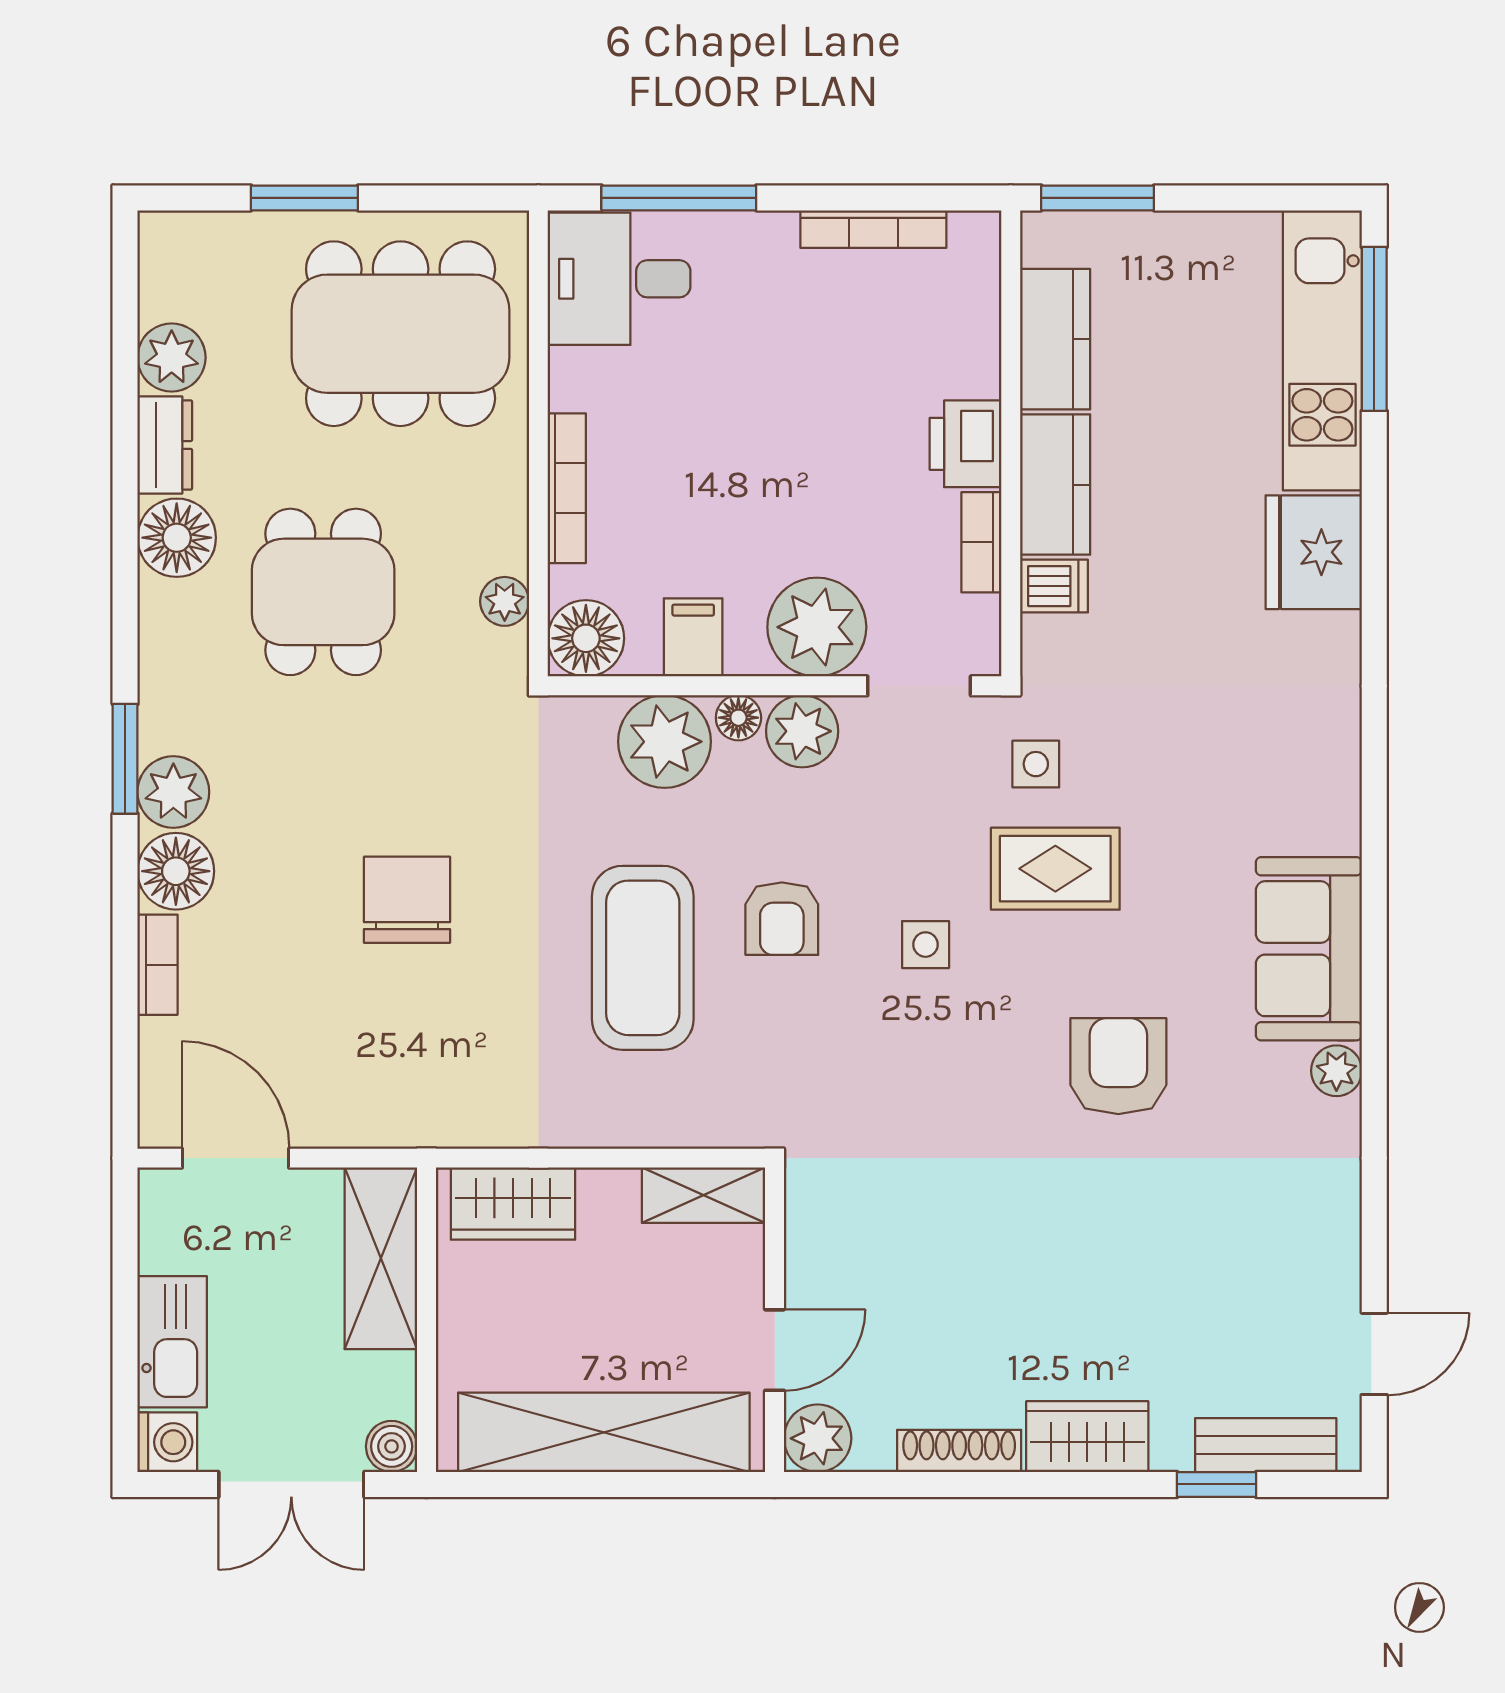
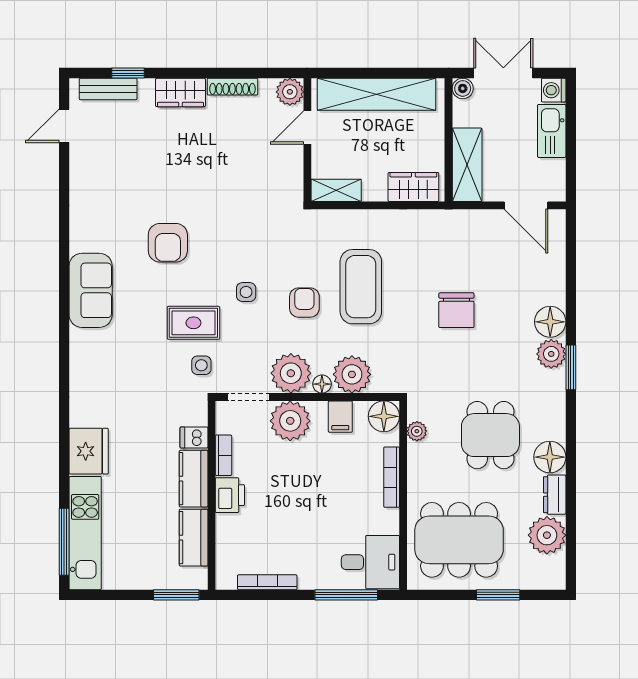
plant: (172, 357) -> (547, 535), width x1.36, depth x1.36
plant: (802, 731) -> (291, 373), width x1.36, depth x1.36
bookcase: (158, 965) -> (558, 284), removed
plant: (1336, 1071) -> (79, 241), removed

